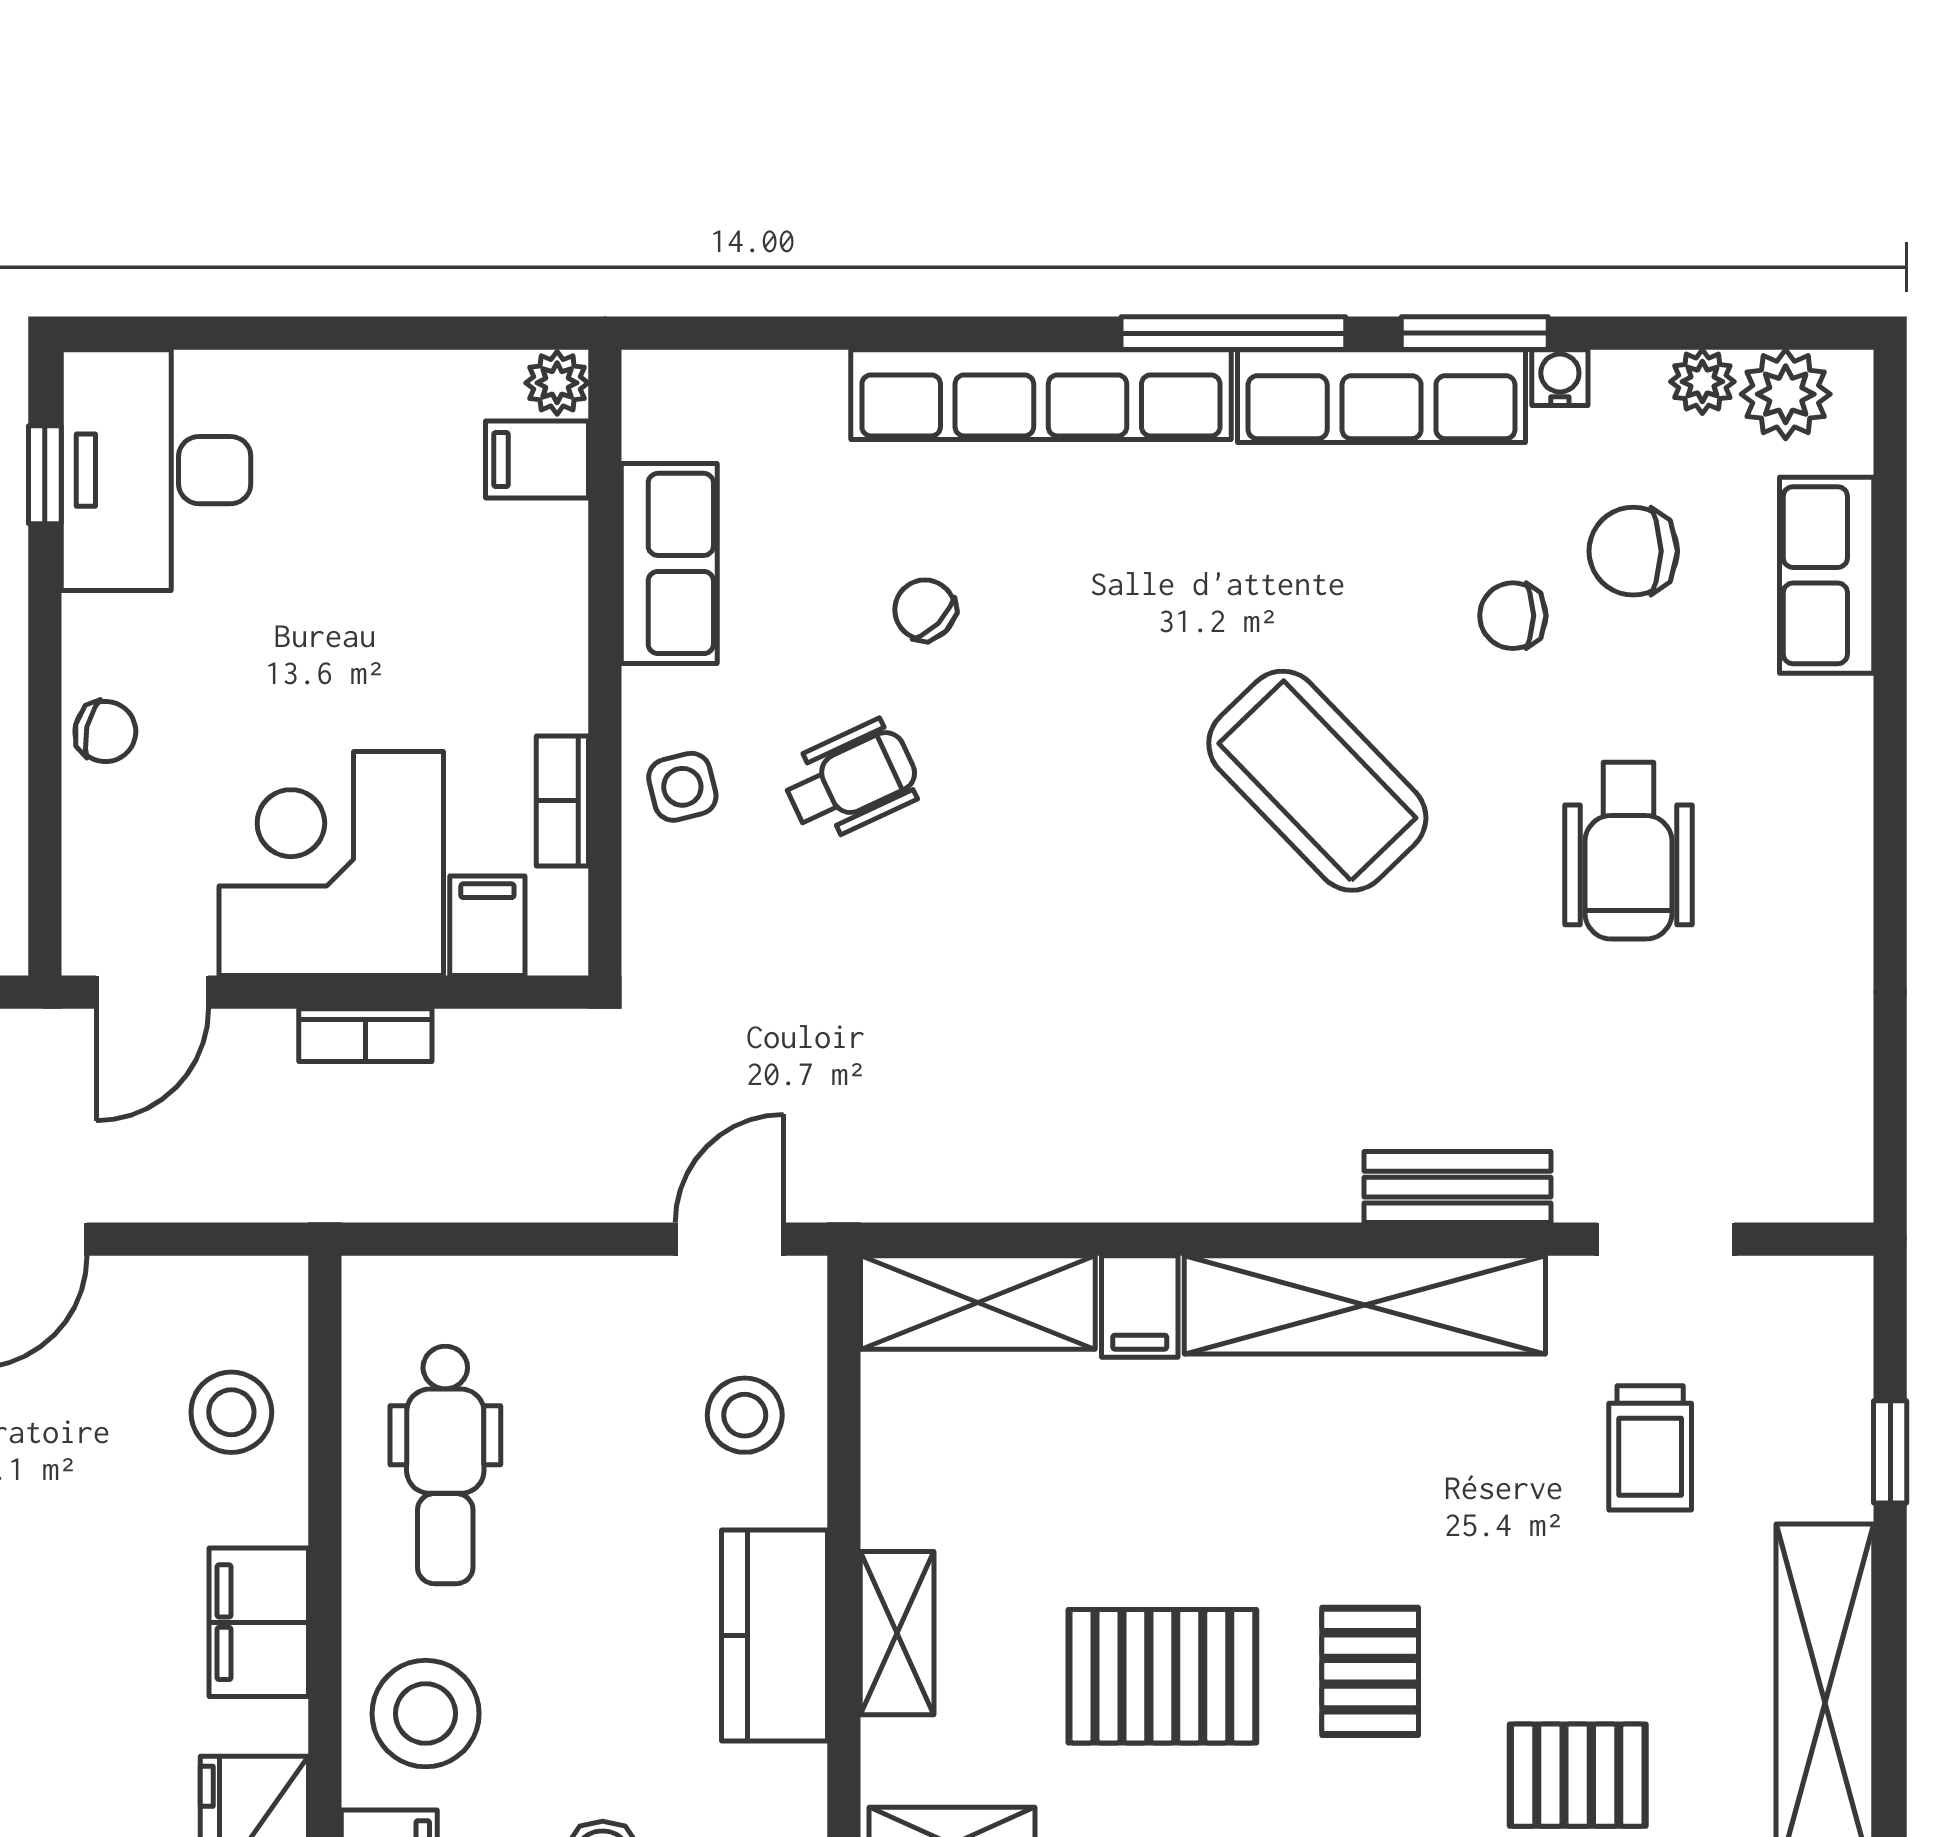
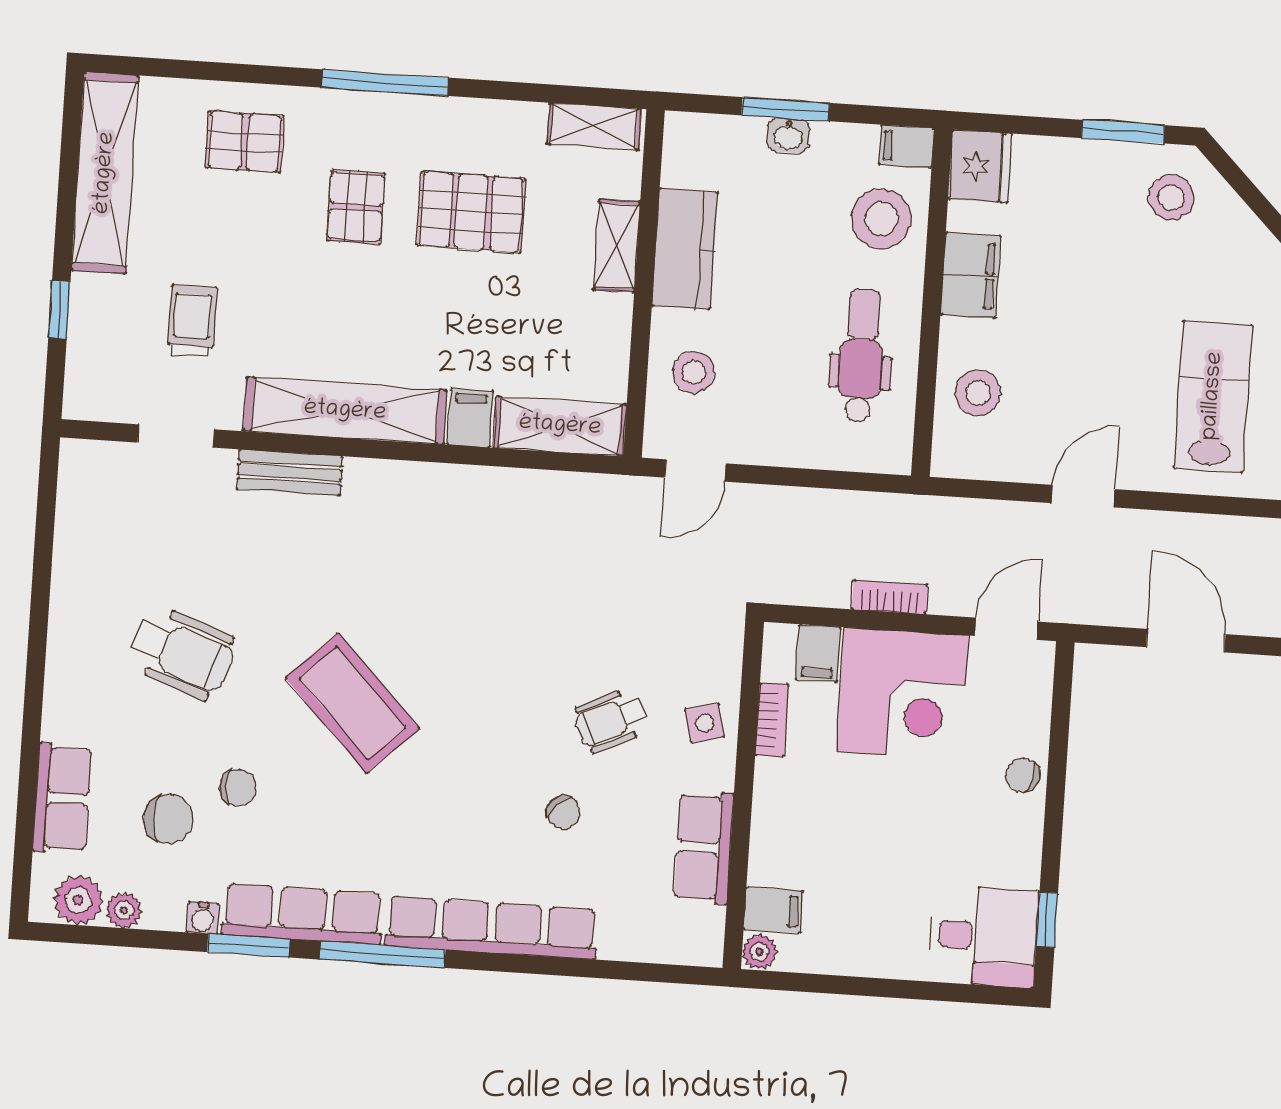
desk: (156, 470) -> (984, 936), width x0.73
wheelchair: (1629, 851) -> (182, 653), turned 110

